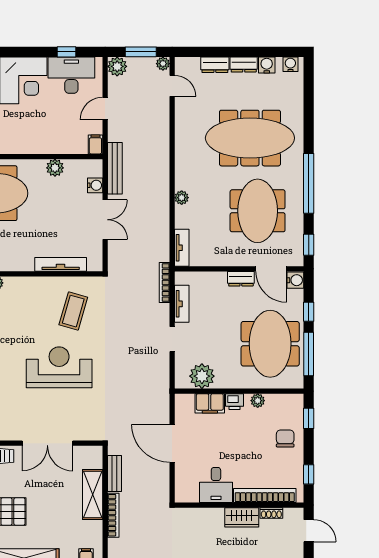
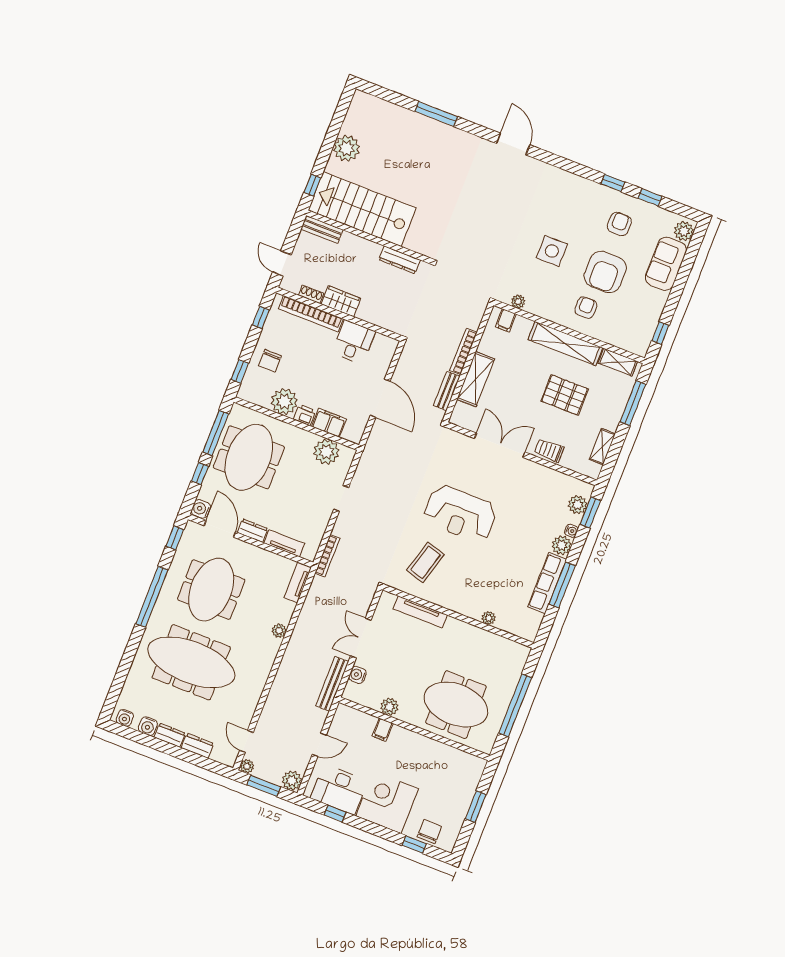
filing cabinet: (95, 144) -> (383, 730), moved
tv unit: (182, 304) -> (284, 543), moved, turned 90
plant: (258, 401) -> (284, 402), width x1.87, depth x1.87

